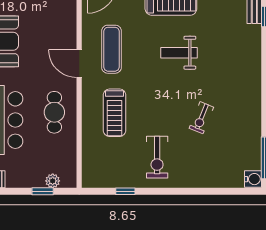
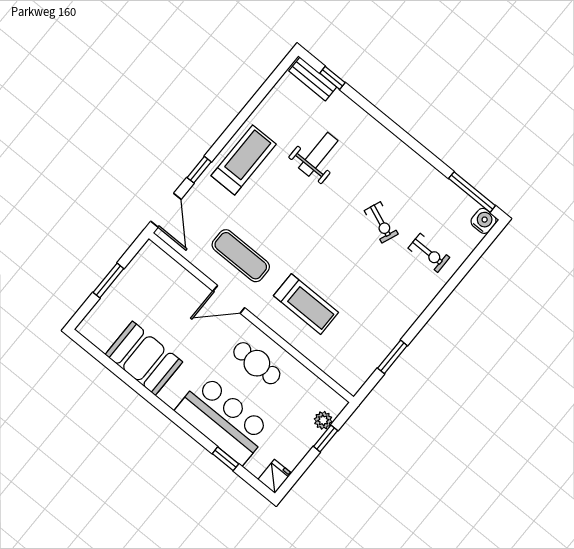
weight bench: (179, 53) -> (318, 154), moved, turned 180
exercise bike: (157, 157) -> (429, 253), moved, width x0.73, depth x0.72
window: (125, 191) -> (392, 357), width x1.50

